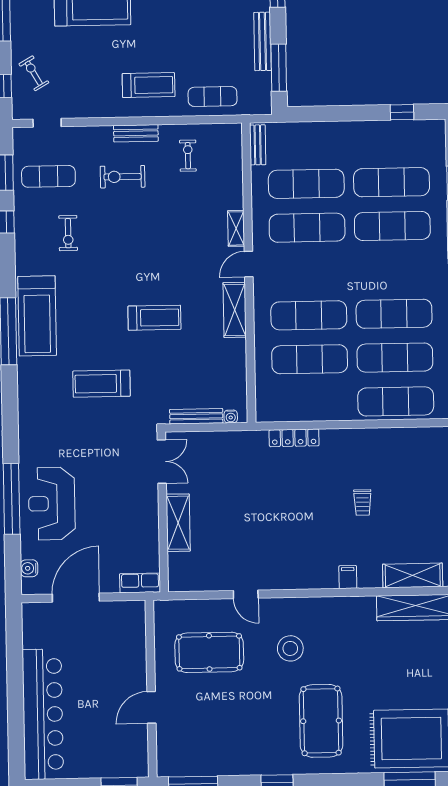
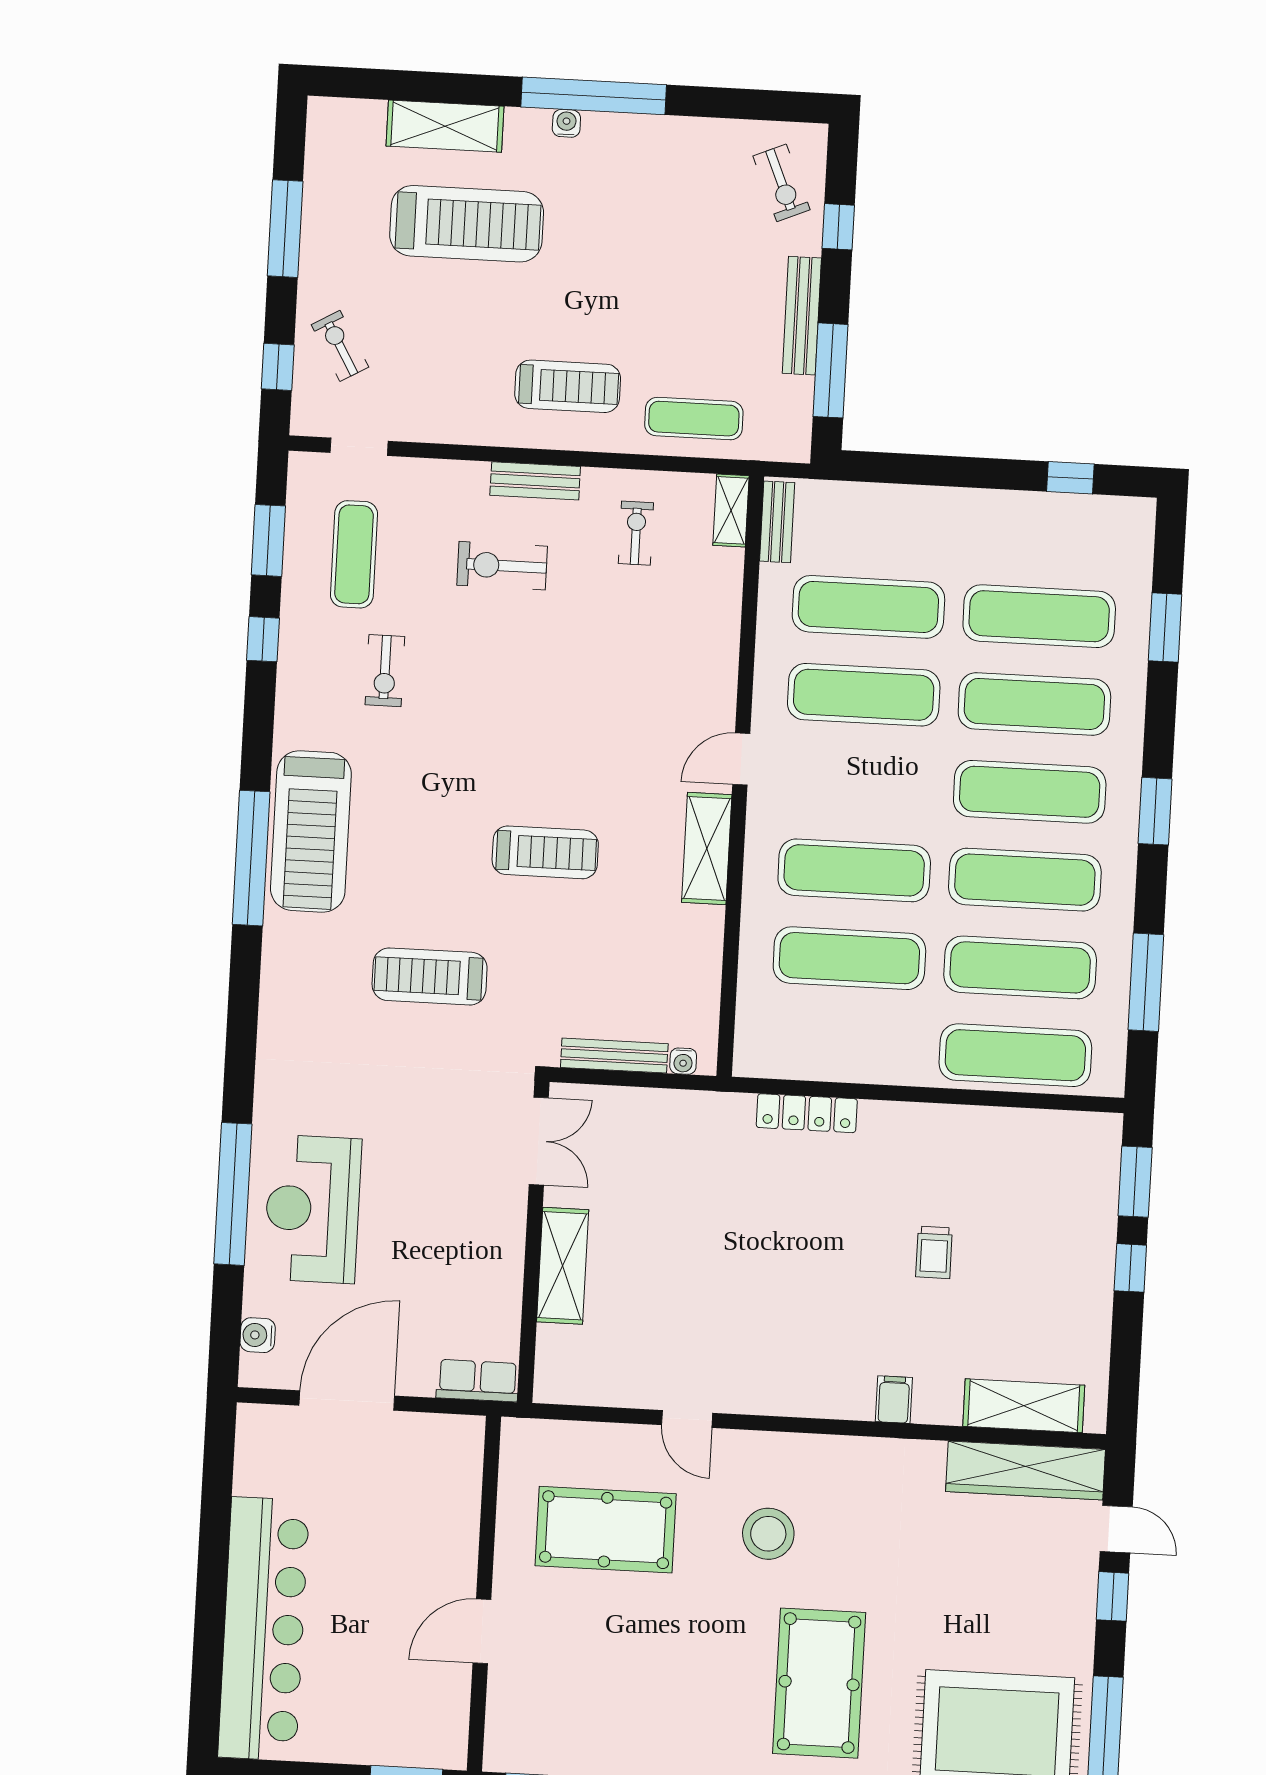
exercise mat: (48, 176) -> (354, 554), turned 90
shelving: (236, 228) -> (731, 510), moved
exercise mat: (393, 270) -> (1030, 792), added

